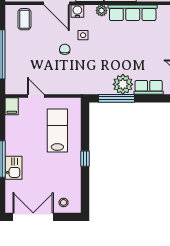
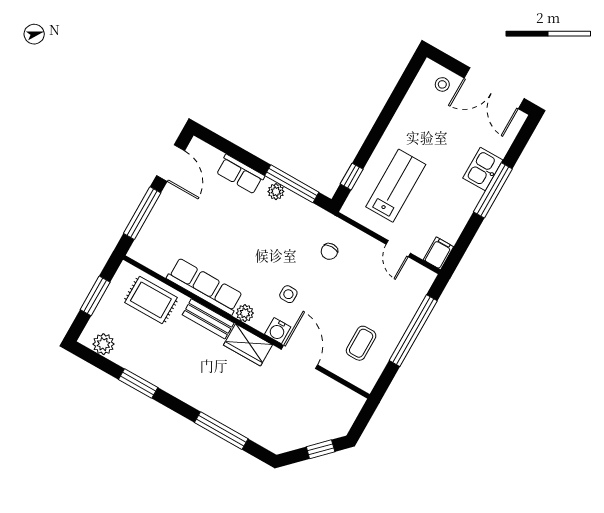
coffee table: (24, 19) -> (361, 343), moved
chair: (65, 49) -> (329, 251), moved
plant: (123, 84) -> (276, 192), width x0.53, depth x0.53
lab bench: (57, 131) -> (396, 186), turned 180
window: (85, 159) -> (352, 177), moved

